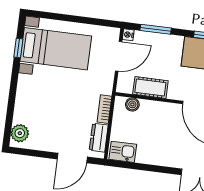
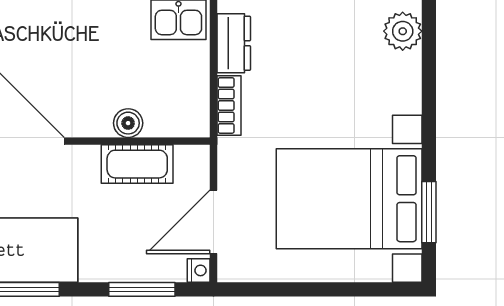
window: (18, 48) -> (429, 212), width x1.50
bed with nightstands: (56, 49) -> (349, 199), width x1.36
boiler: (132, 104) -> (128, 123), moved

